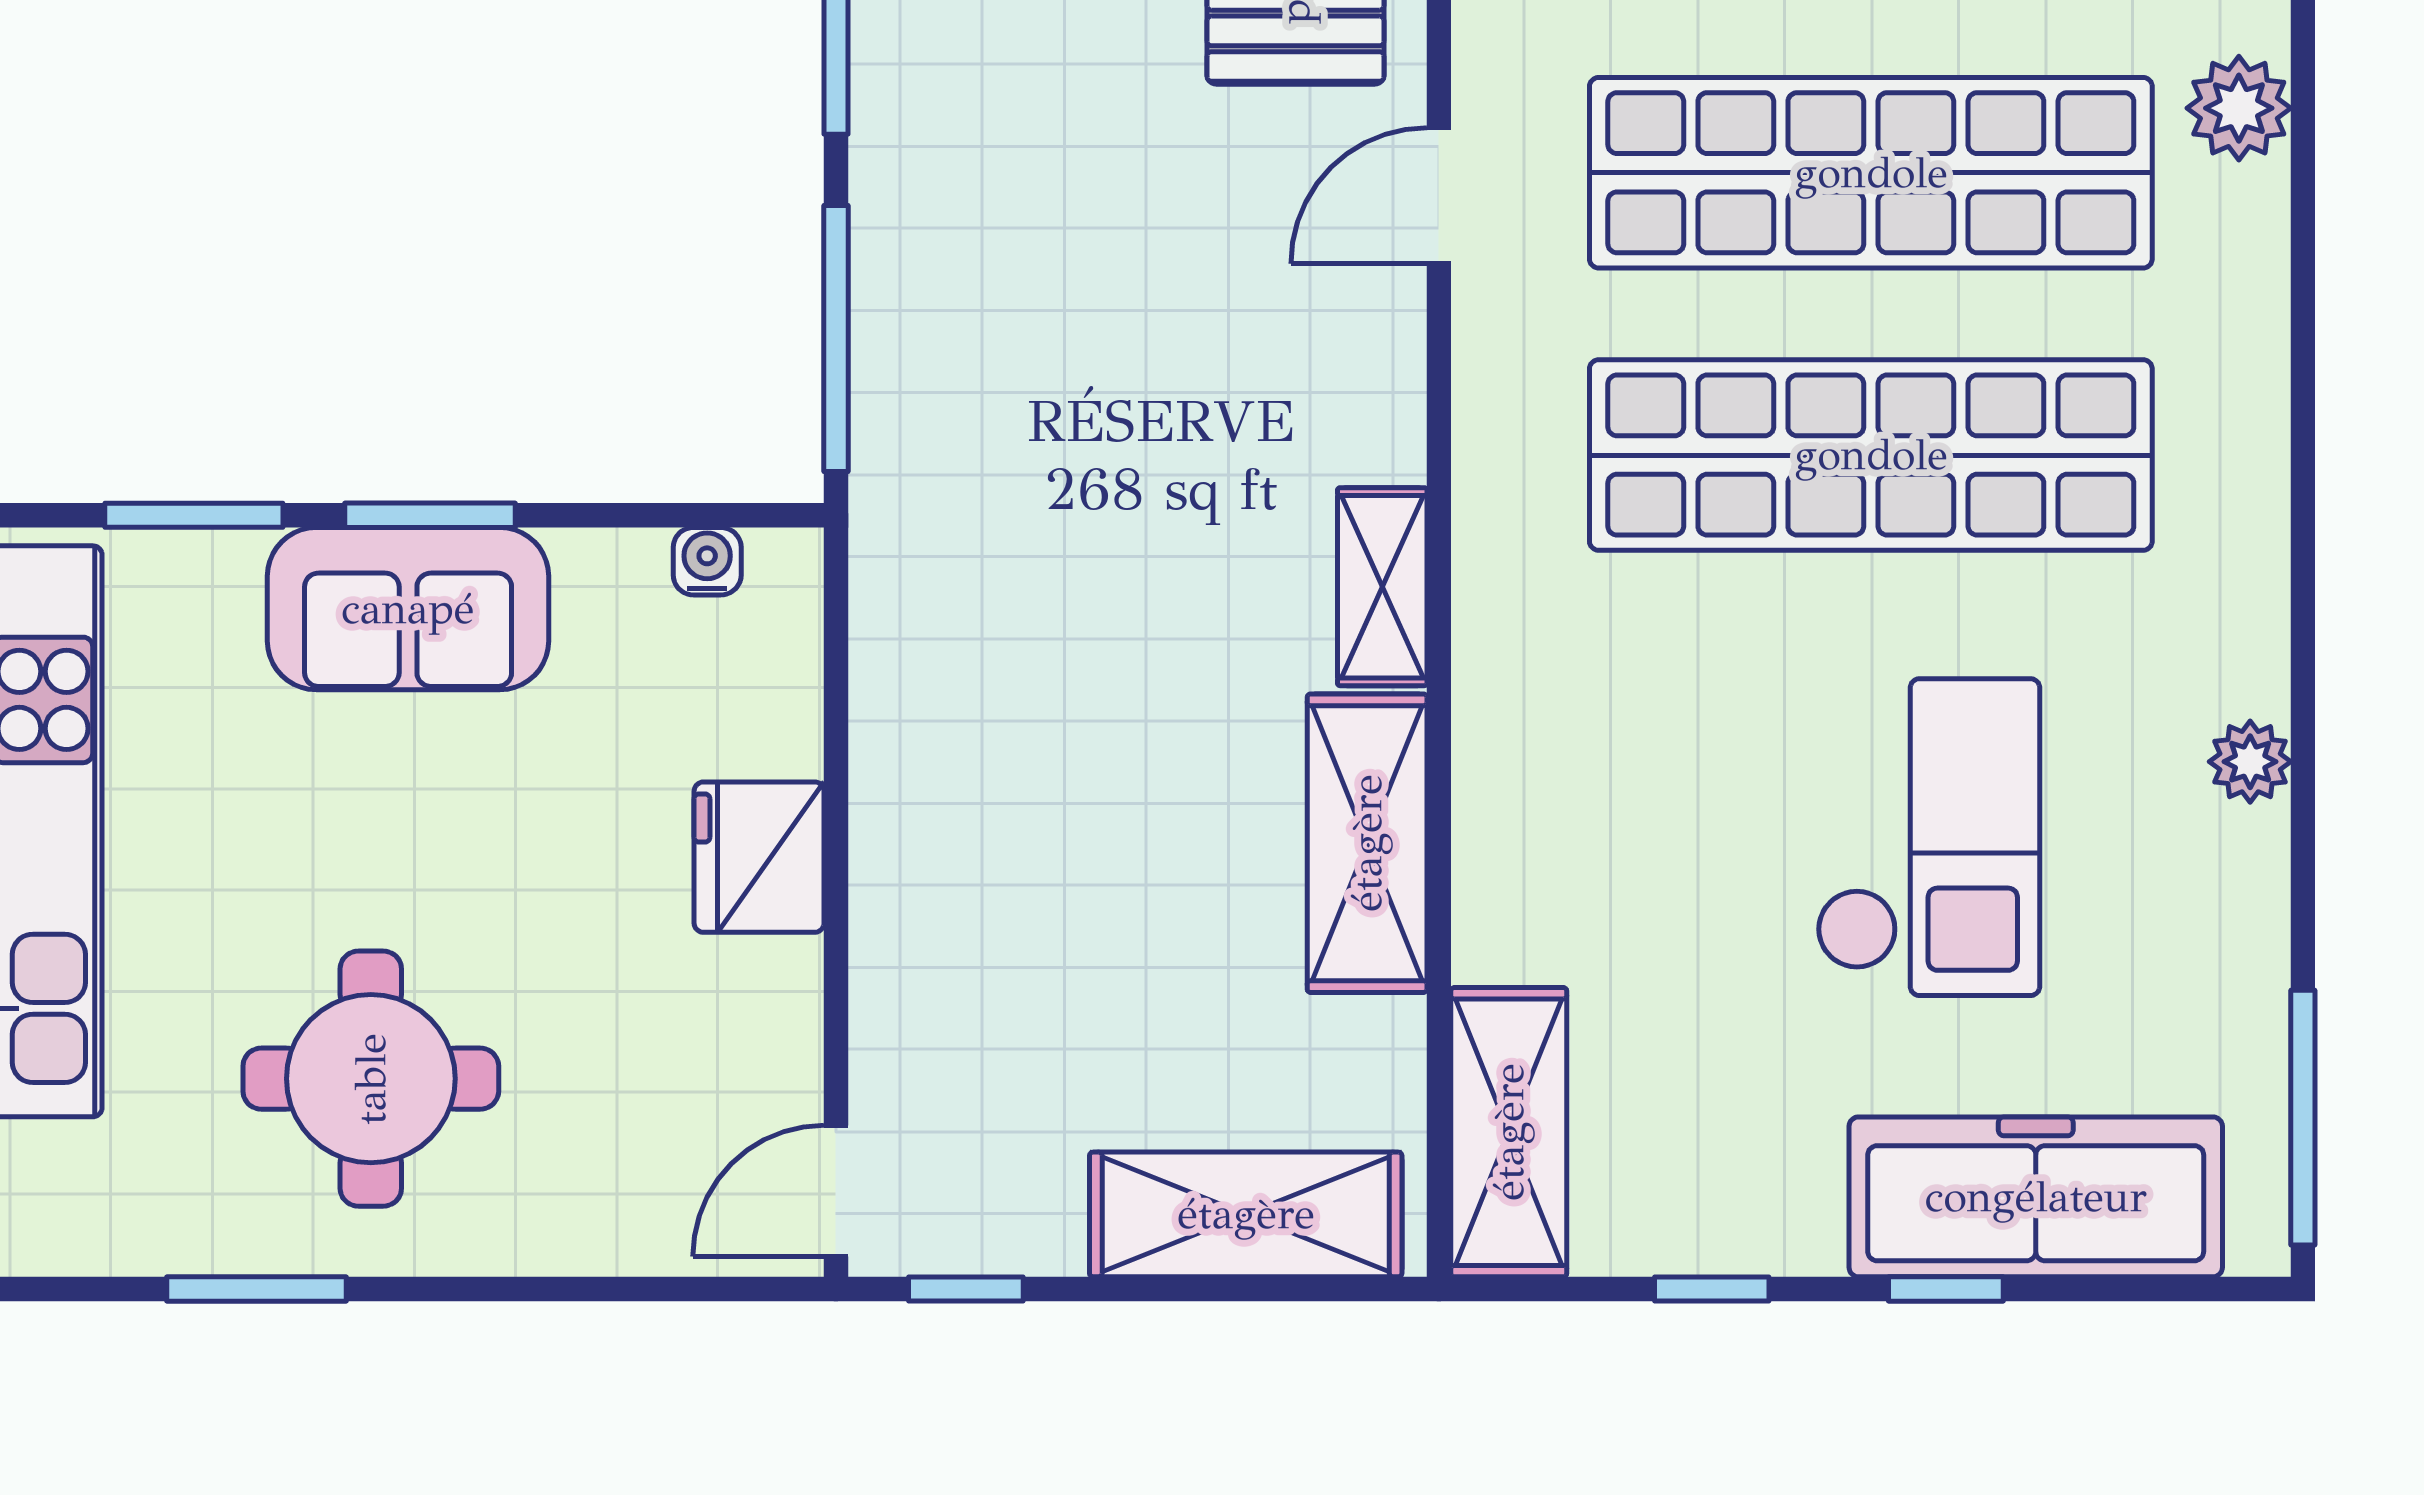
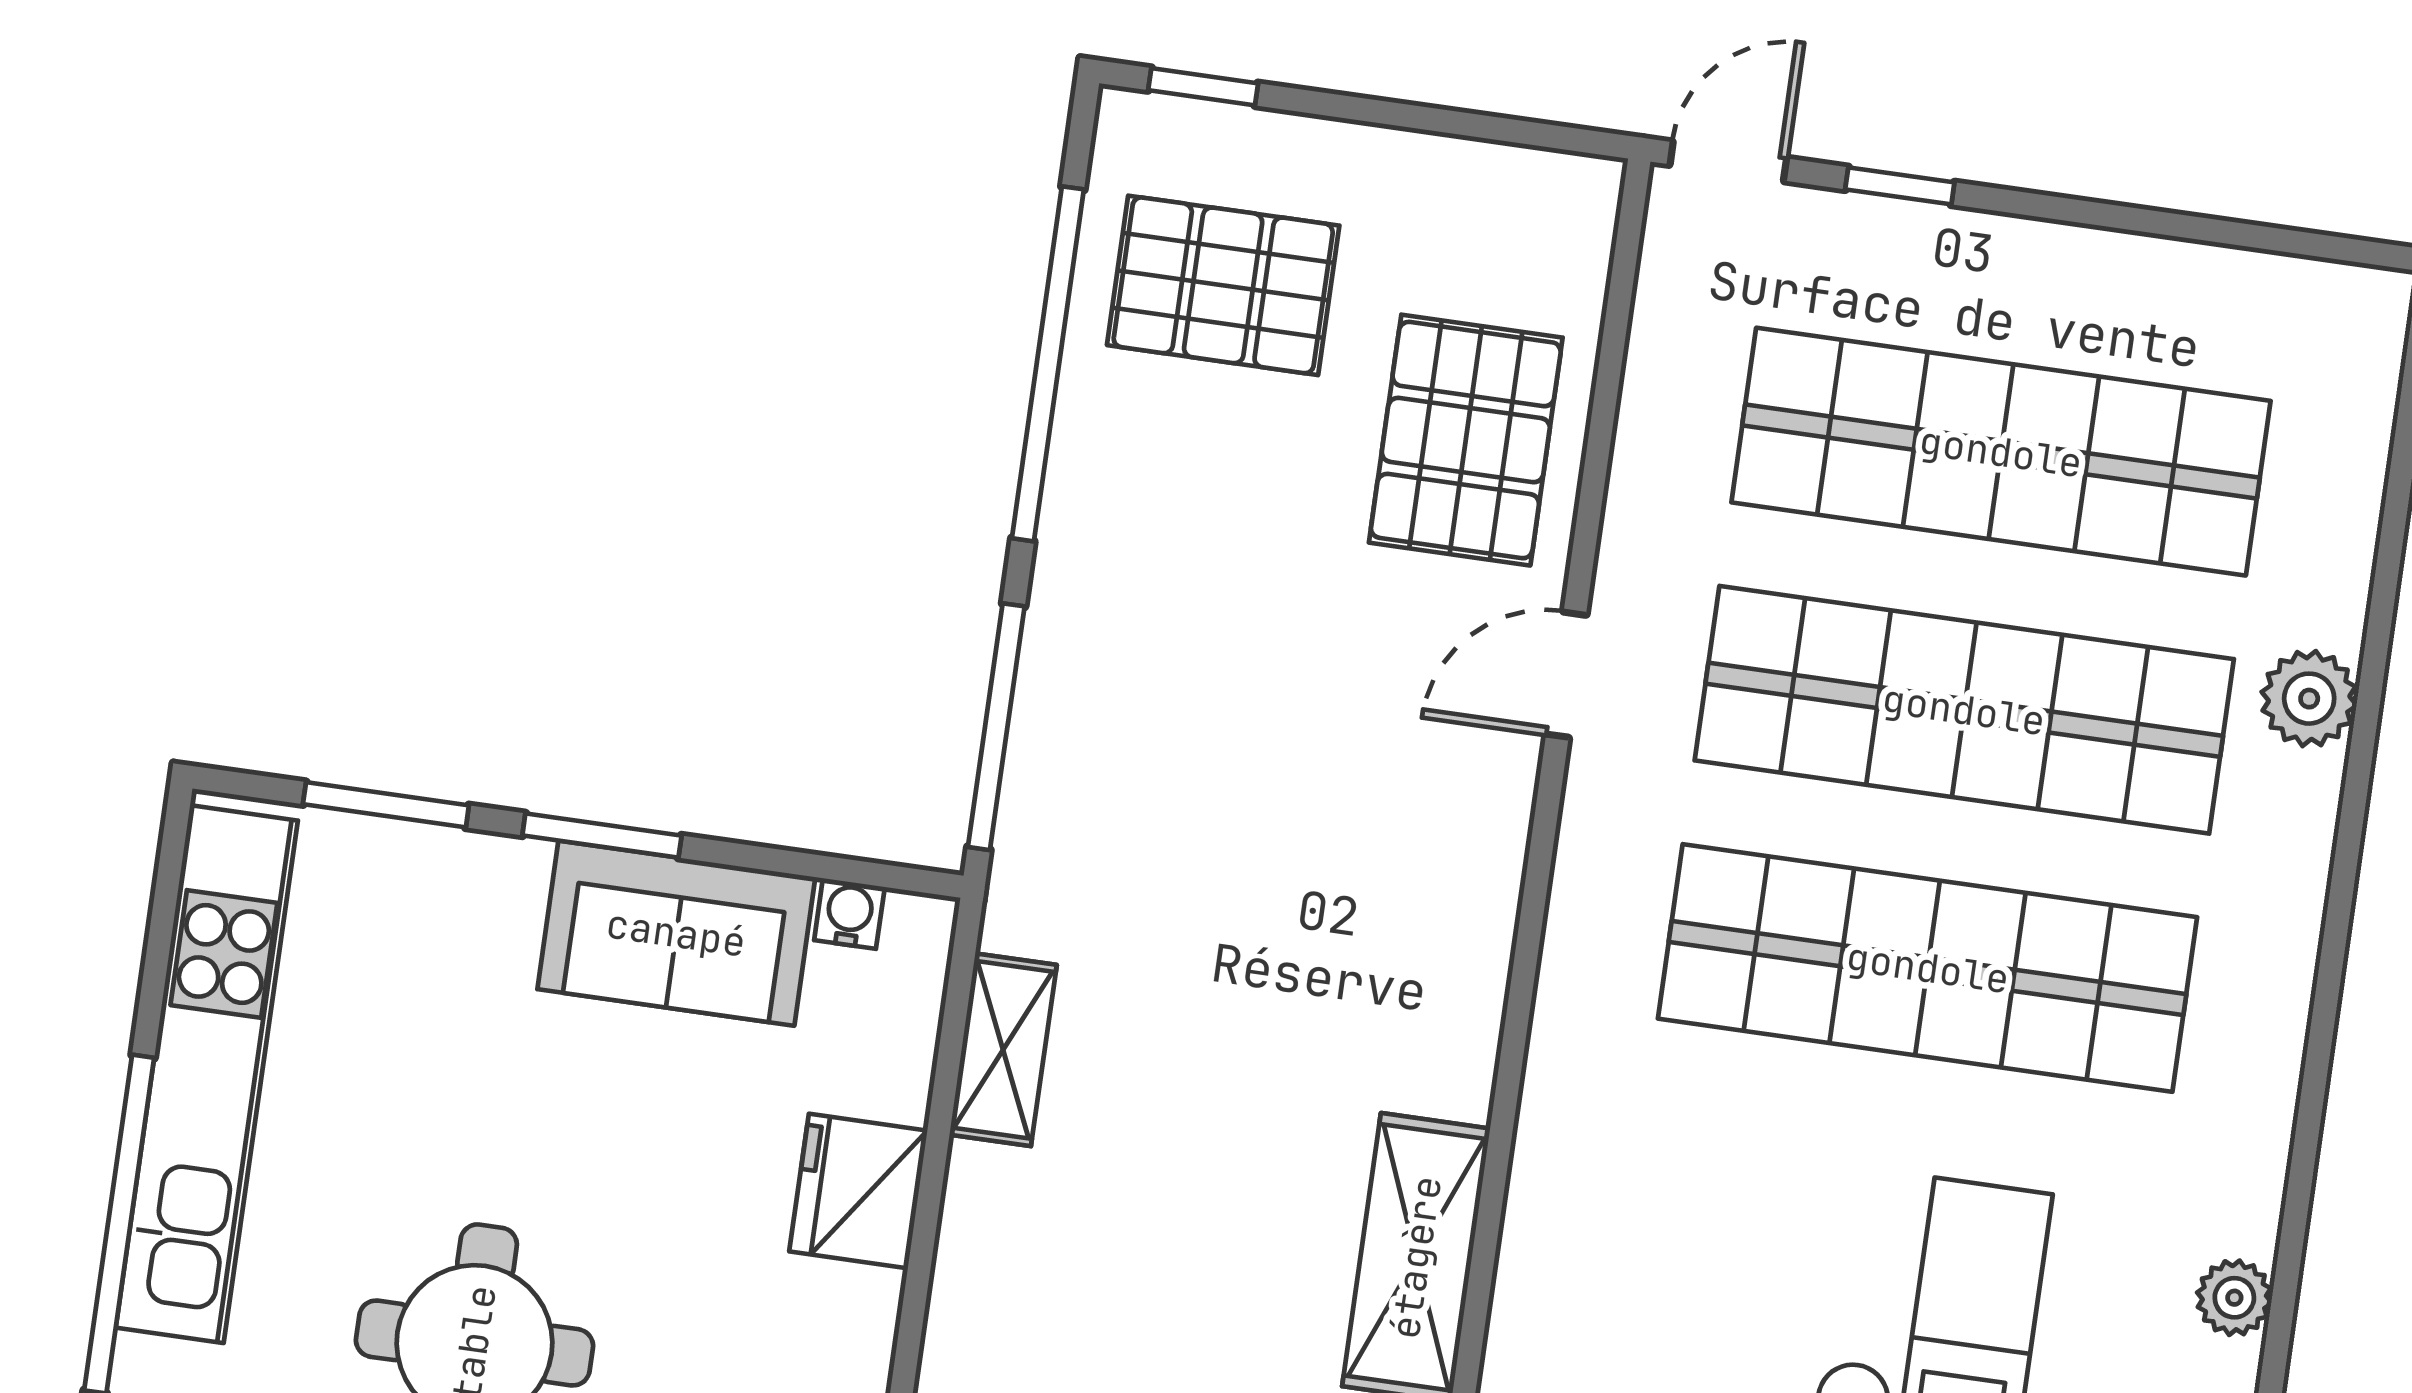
shelving: (1382, 587) -> (1003, 1050), moved
sofa: (408, 609) -> (676, 933), moved

